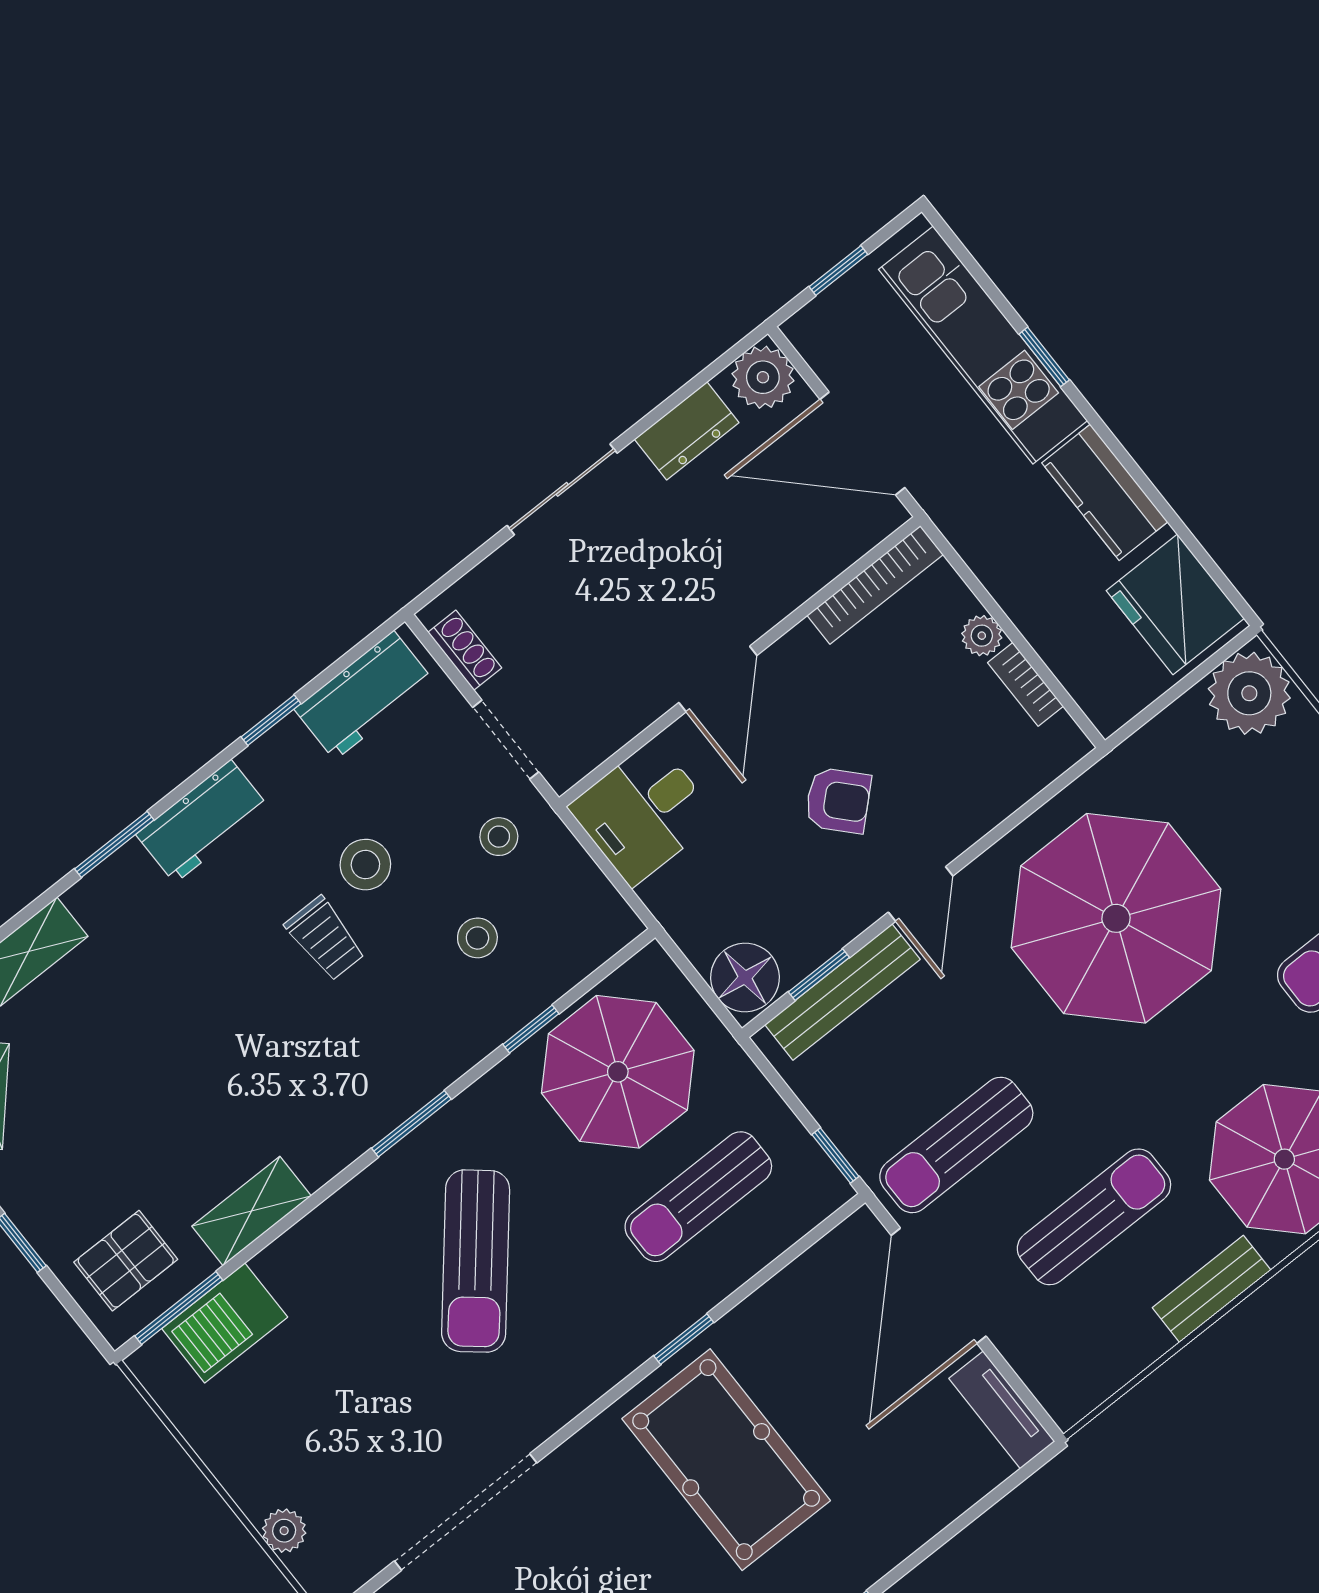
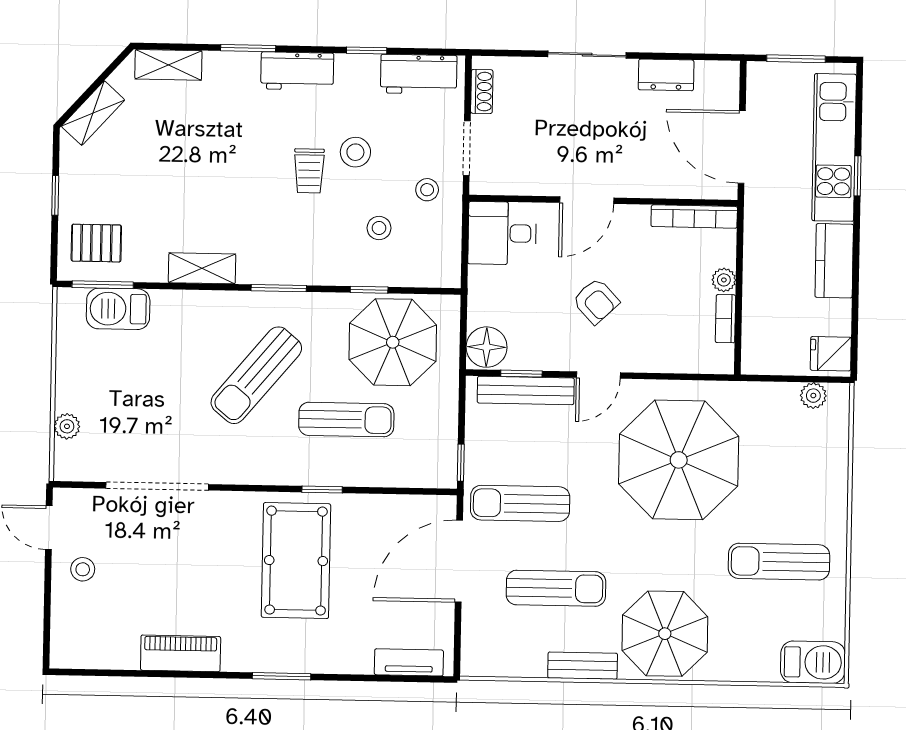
window: (838, 271) -> (796, 59), width x1.50
plant: (763, 377) -> (721, 79), removed
fridge: (1175, 604) -> (831, 354), width x0.53, depth x0.75
plant: (1249, 693) -> (813, 396), width x0.53, depth x0.53
sun lounger: (698, 1197) -> (346, 420), moved, turned 180
shelving: (252, 1211) -> (202, 268), moved
tv unit: (1002, 1410) -> (409, 662), moved, turned 90

